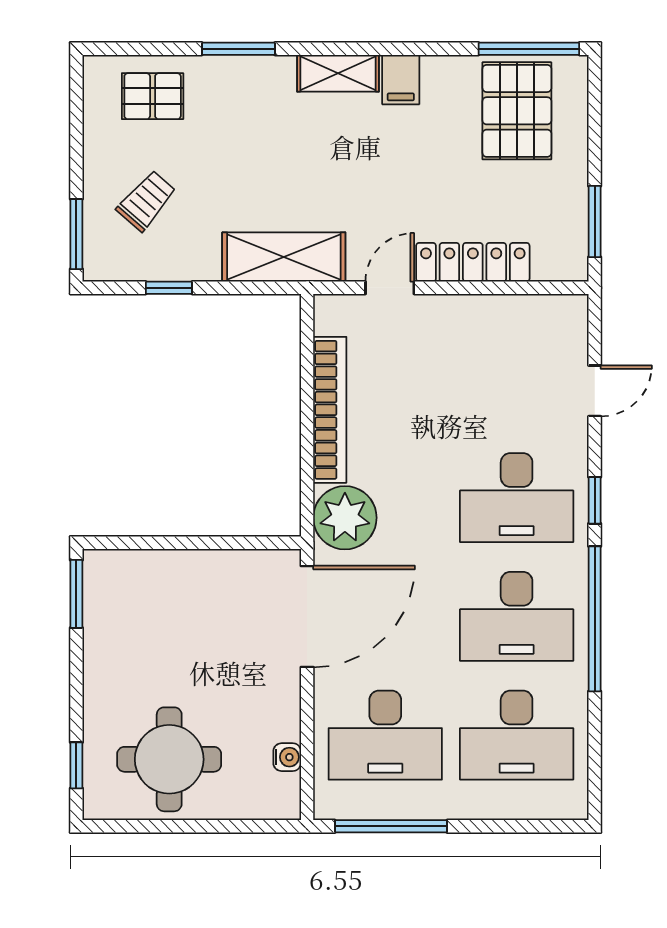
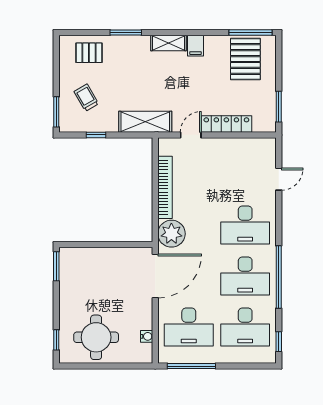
trolley: (146, 201) -> (86, 98), turned -71
window: (595, 500) -> (279, 342), moved

